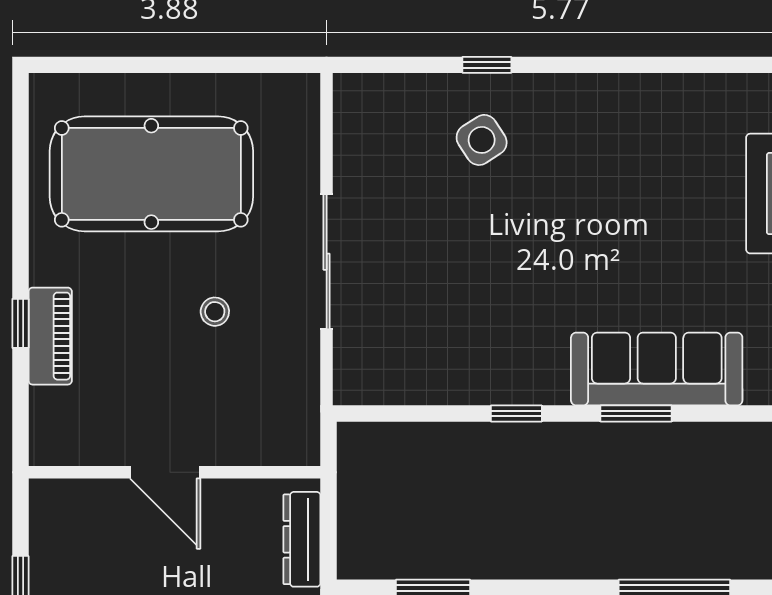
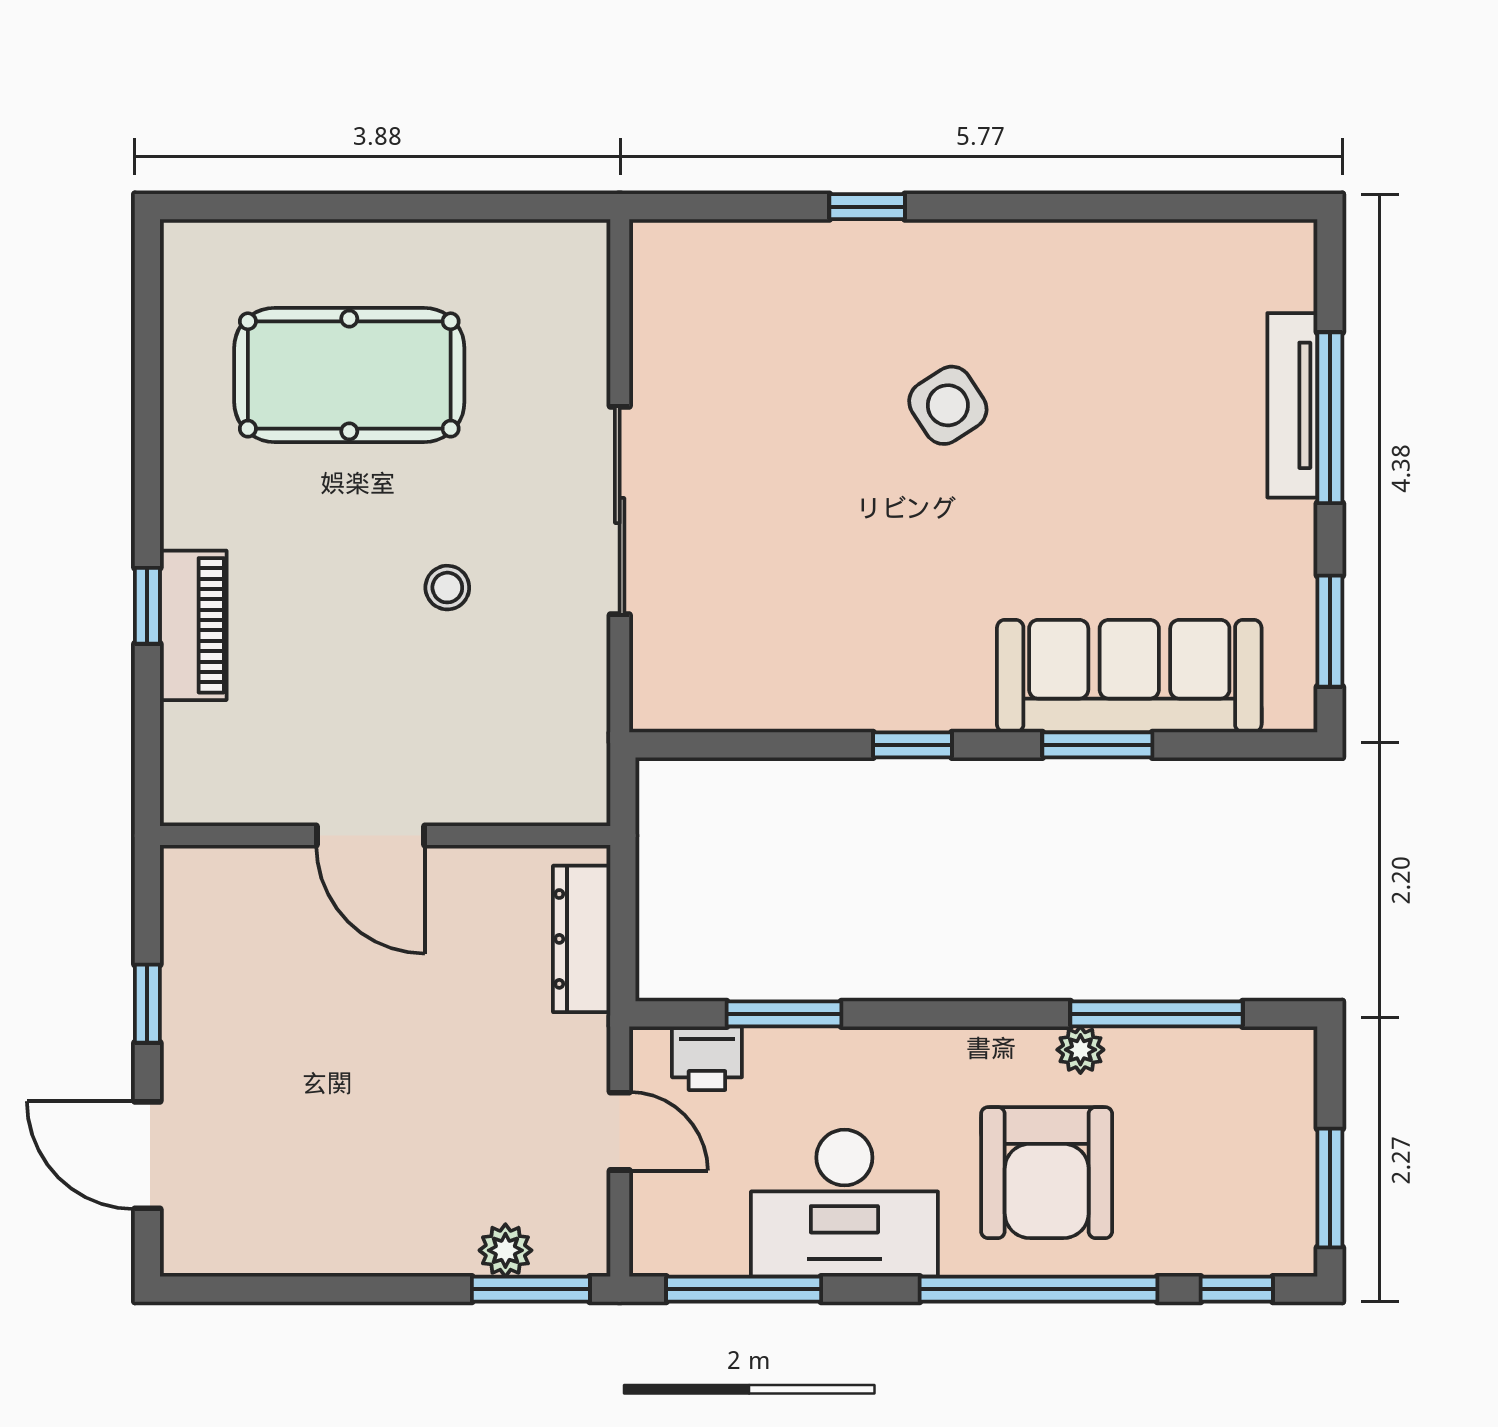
side table: (482, 140) -> (948, 405), moved
pool table: (151, 174) -> (349, 375), width x0.73, depth x0.76

